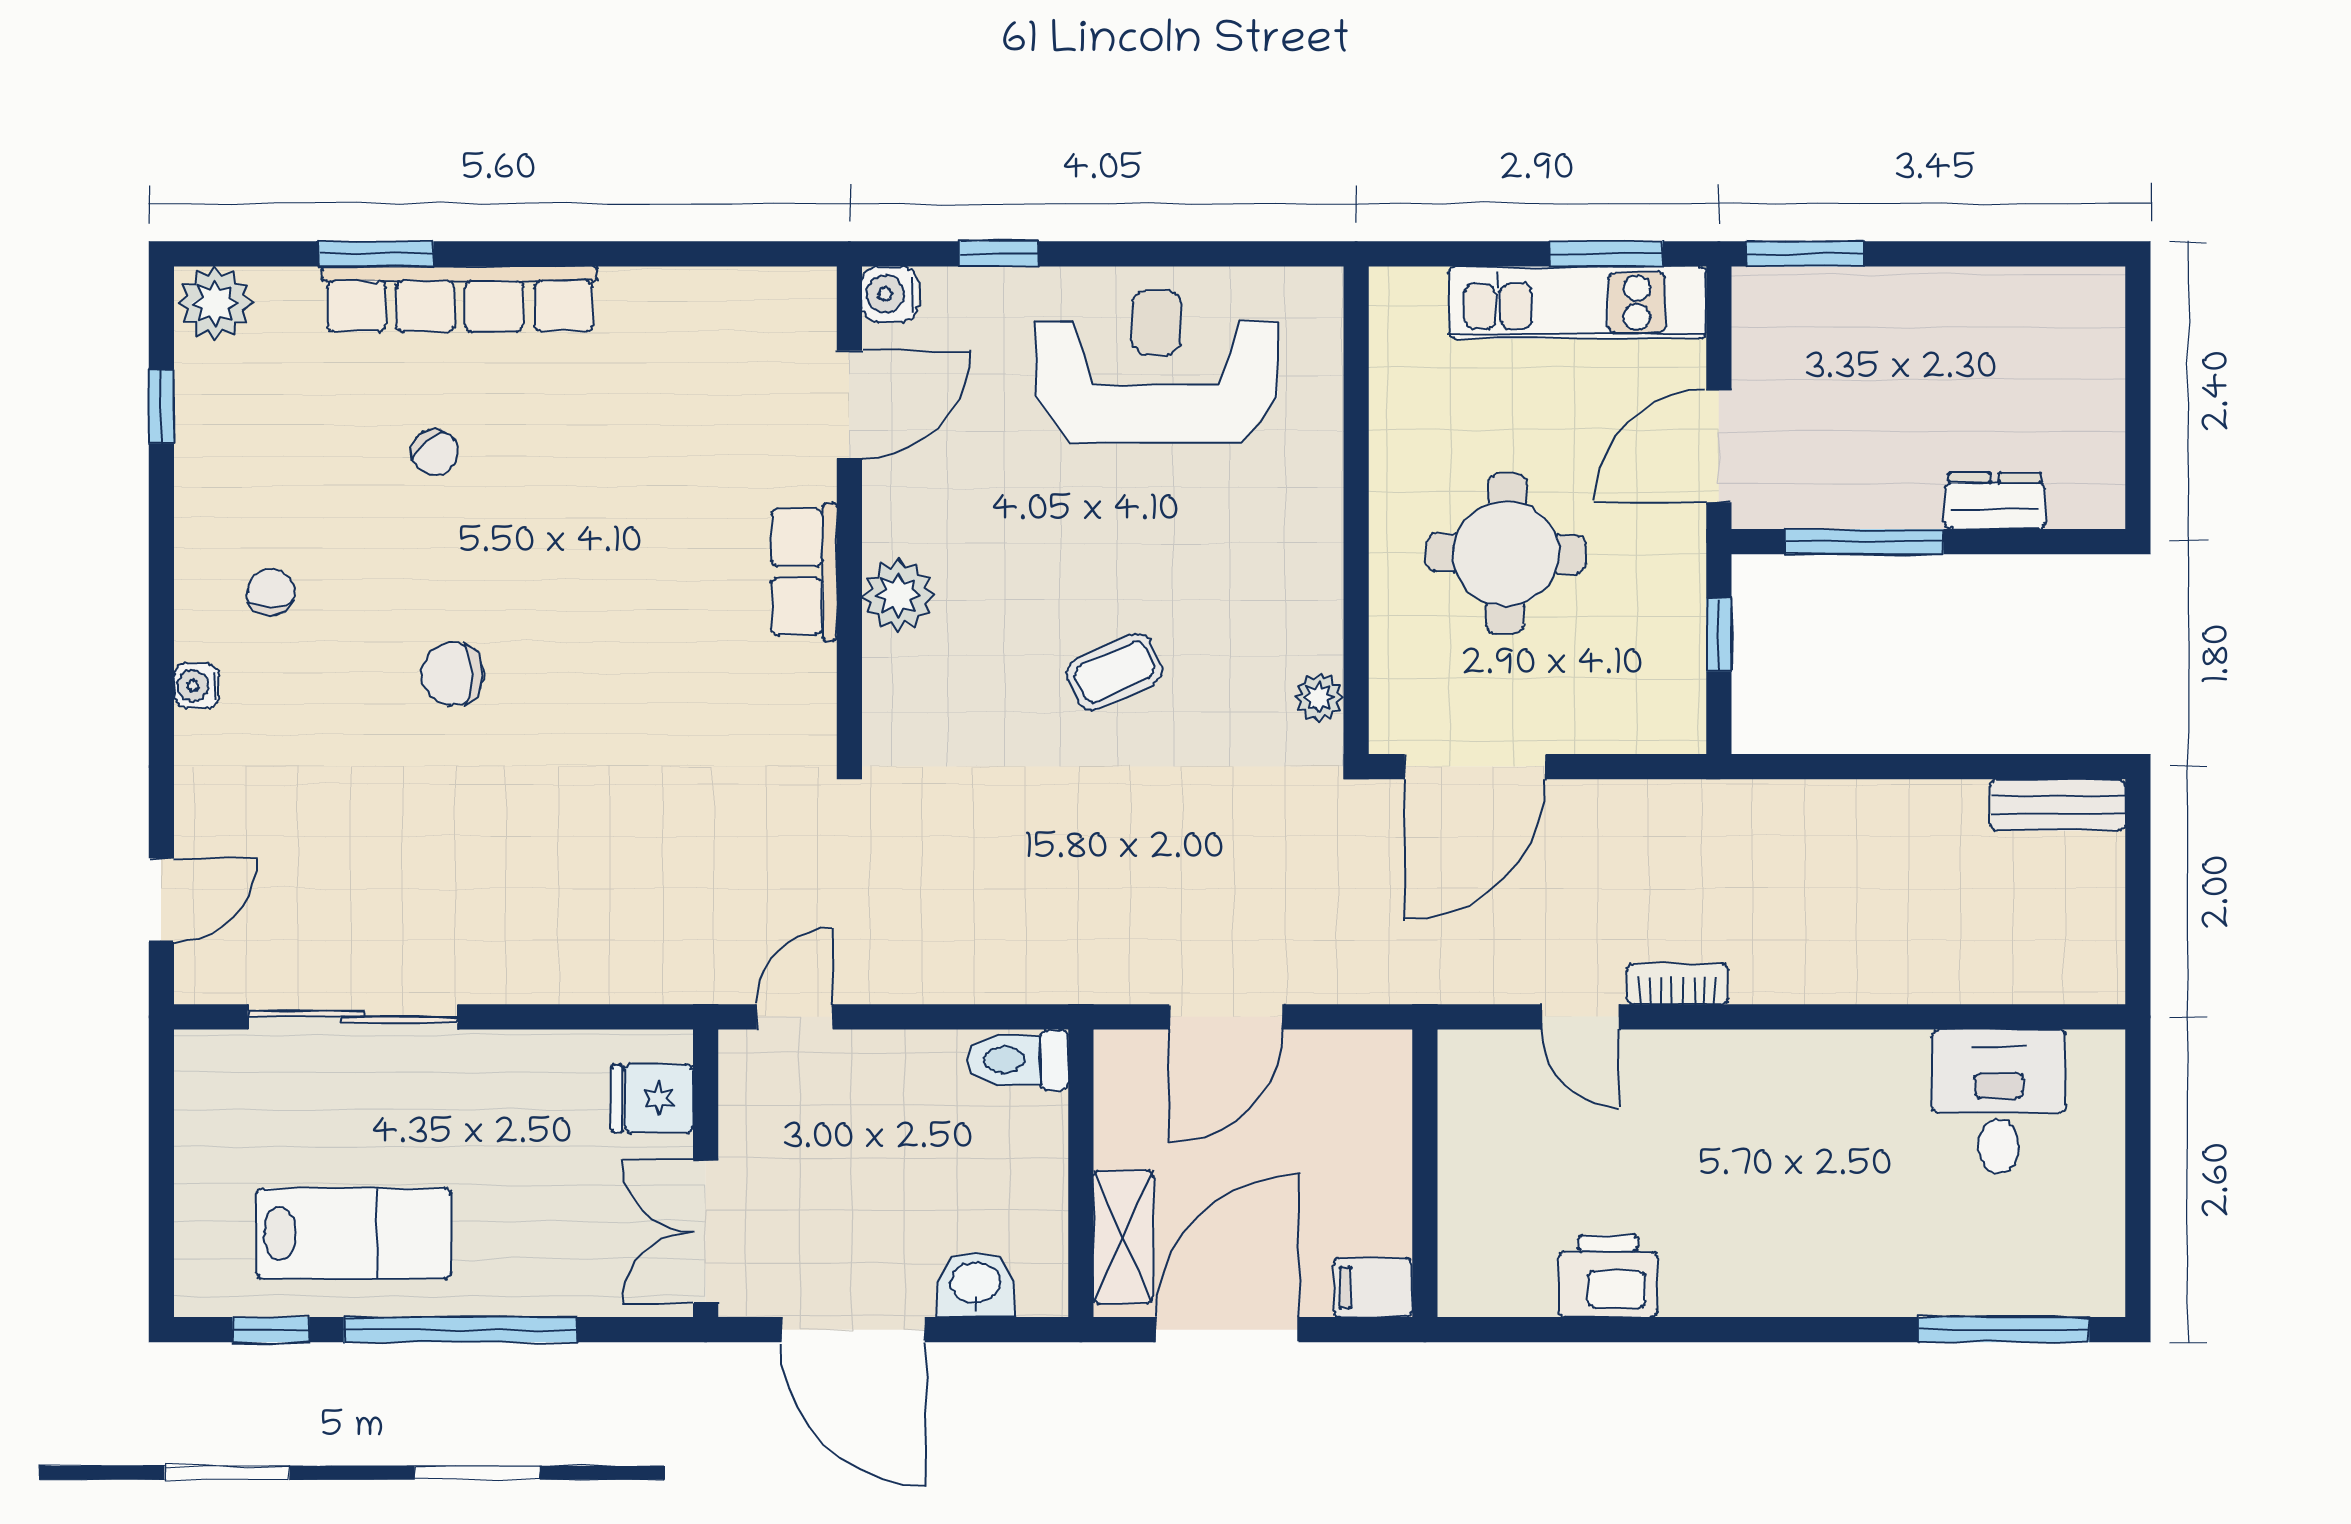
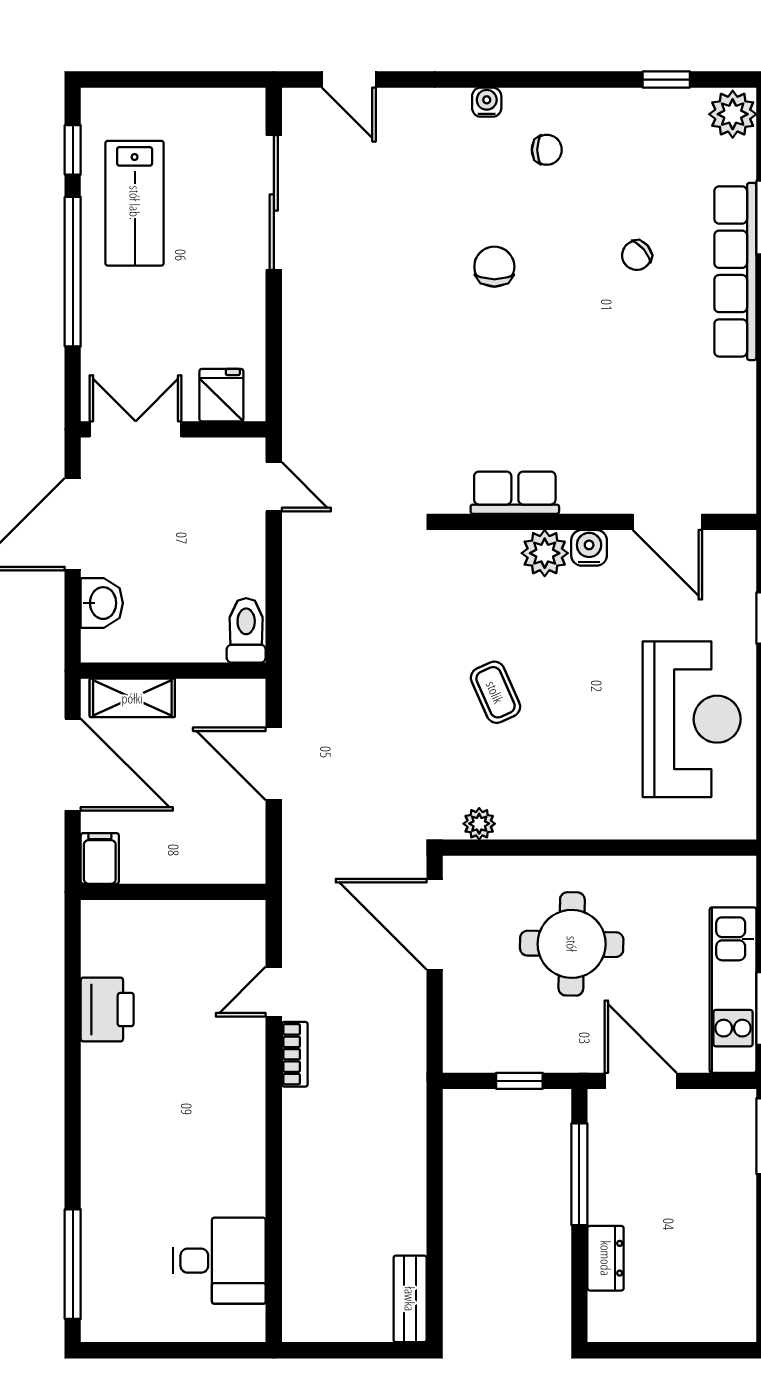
water cooler: (890, 294) -> (589, 548), moved
row of seats: (804, 572) -> (515, 493), moved

